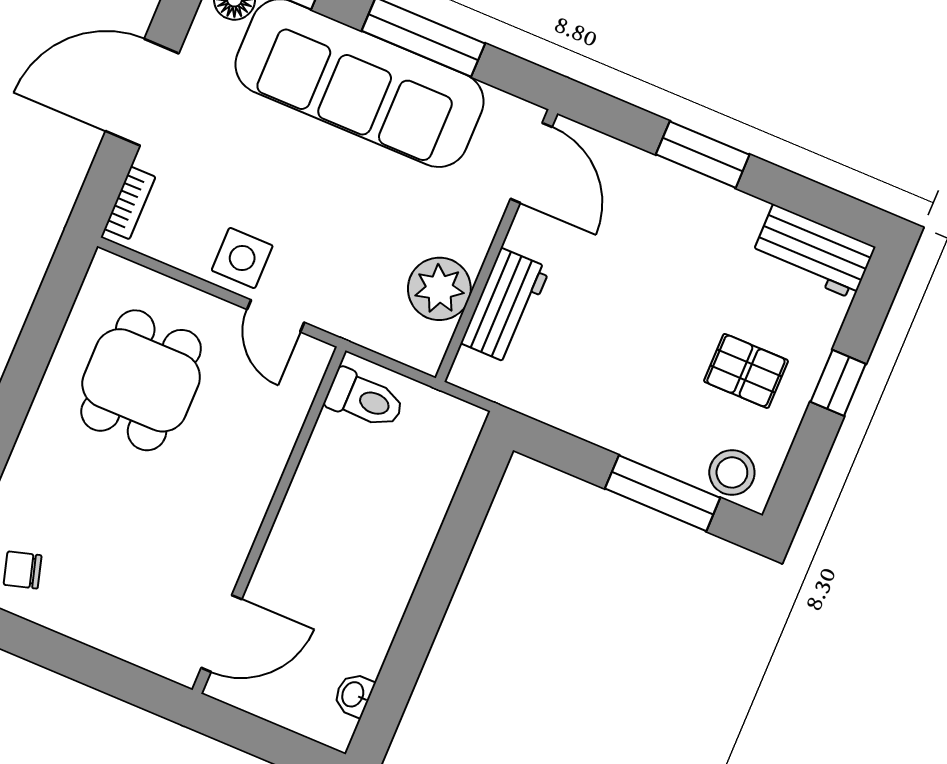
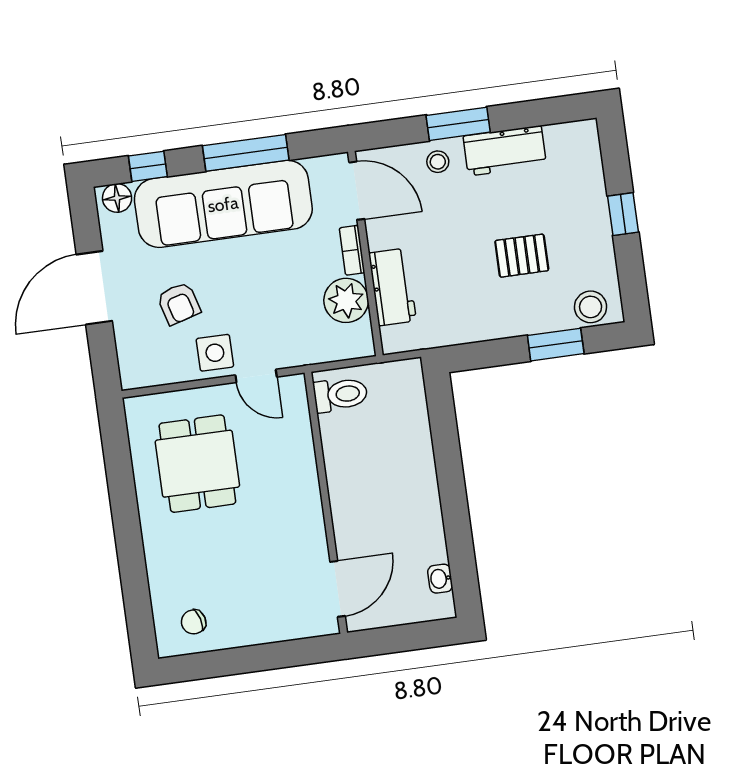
armchair: (234, 172) -> (179, 303), added
stool: (651, 186) -> (438, 162), added
bookcase: (130, 203) -> (352, 250), moved, turned 180
workbench: (813, 252) -> (505, 151), moved
pallet: (746, 371) -> (522, 256), moved
window: (663, 493) -> (556, 345), width x0.69

